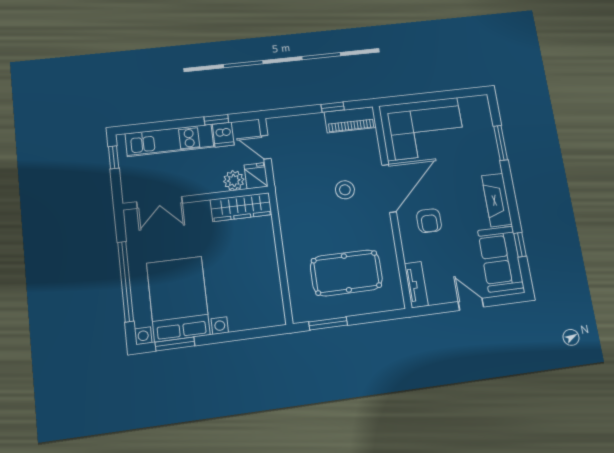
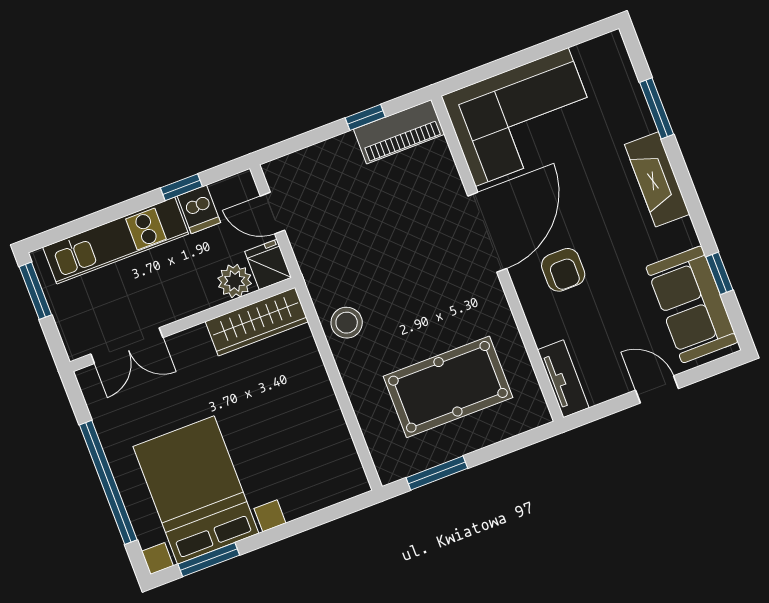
window: (114, 157) -> (35, 291), width x1.50
stool: (345, 190) -> (347, 323), moved
fireplace: (497, 200) -> (657, 179), moved

